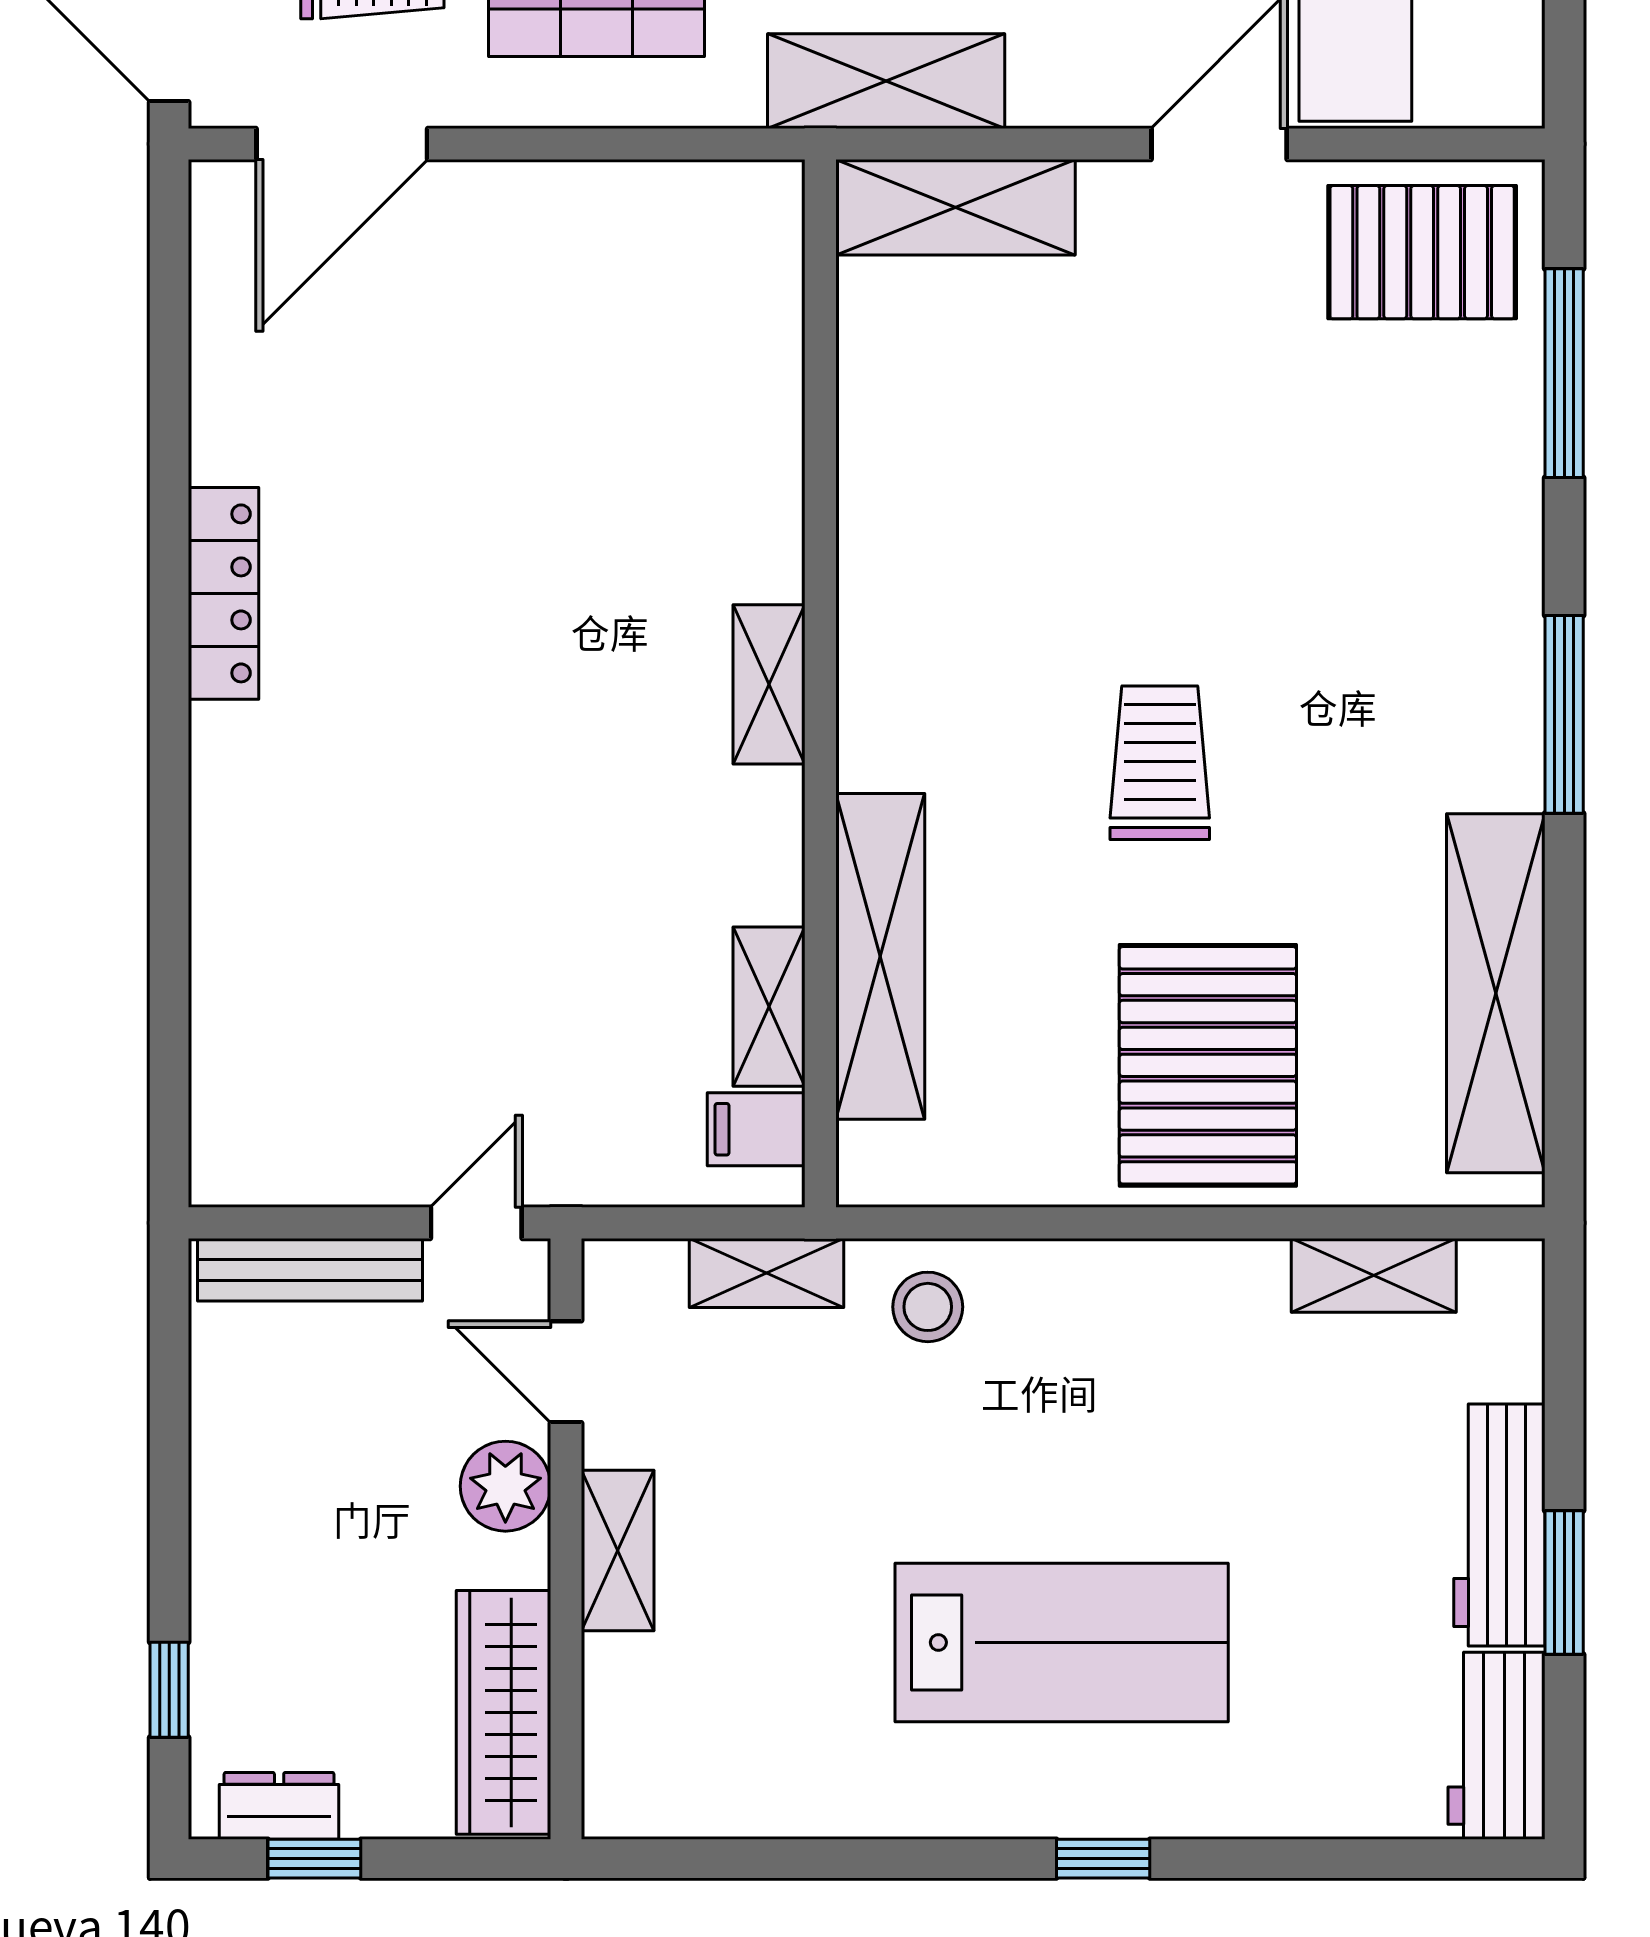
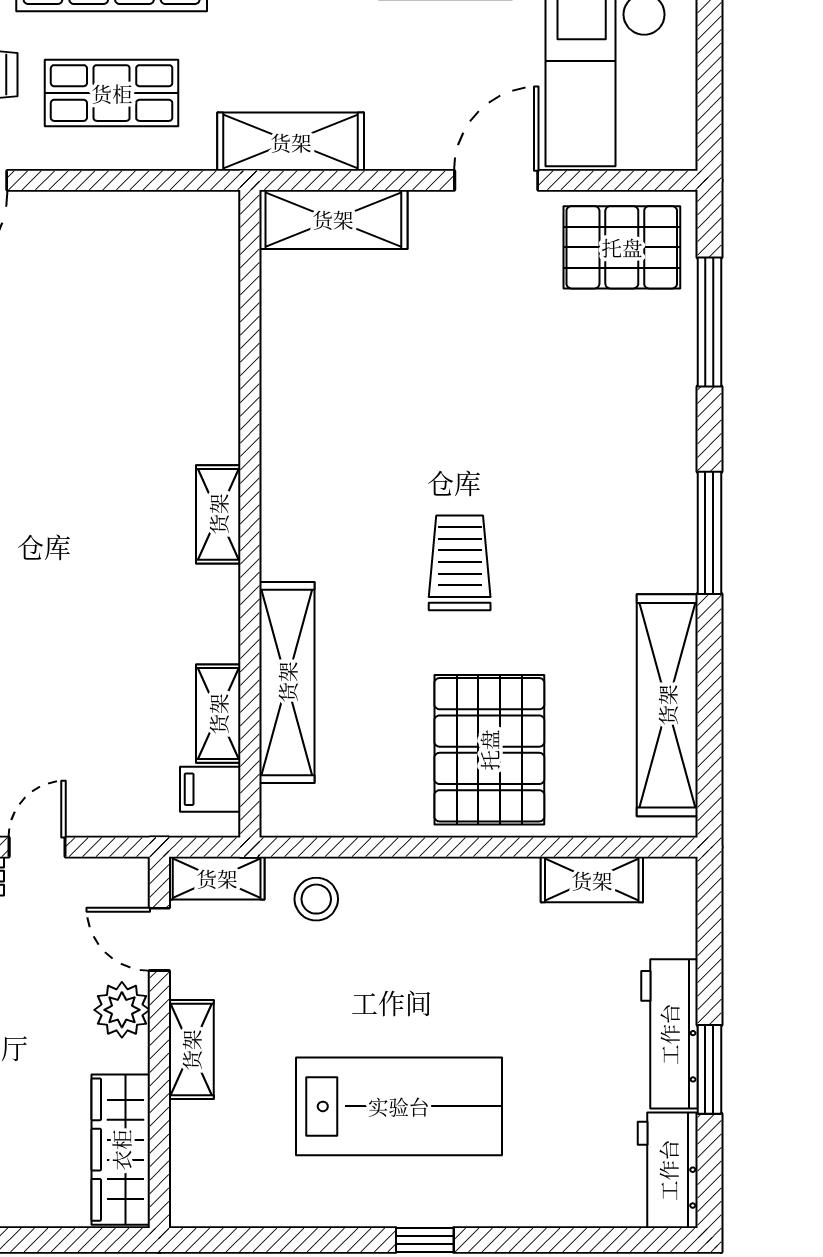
door: (566, 1372) -> (159, 939), moved
plant: (505, 1486) -> (122, 1010), moved
wall: (566, 1539) -> (159, 1042), moved
shelving: (618, 1550) -> (191, 1050), moved
wardrobe: (503, 1712) -> (121, 1150), moved

